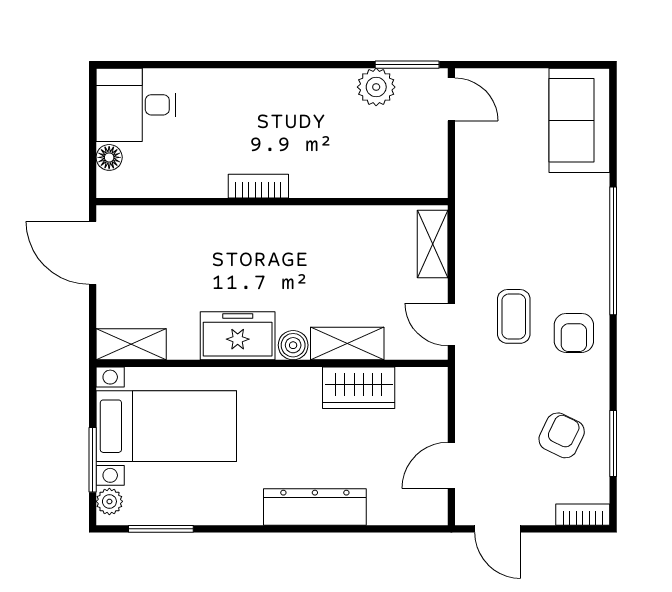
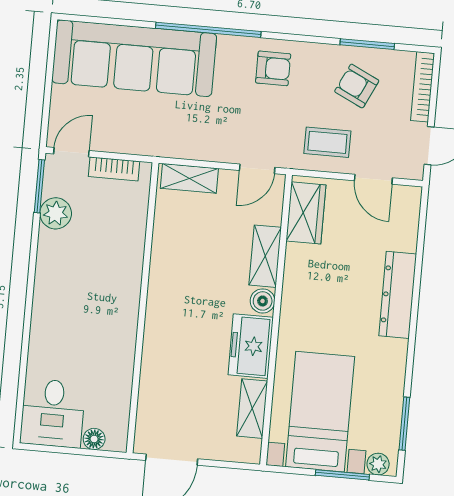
sofa: (579, 120) -> (134, 58), width x1.85, depth x1.27
bookcase: (258, 186) -> (114, 169), moved, turned -90
coffee table: (514, 316) -> (327, 142), moved
shelving: (131, 344) -> (252, 409), moved
wardrobe: (359, 388) -> (306, 213), moved
bookcase: (583, 515) -> (423, 87), width x1.56

